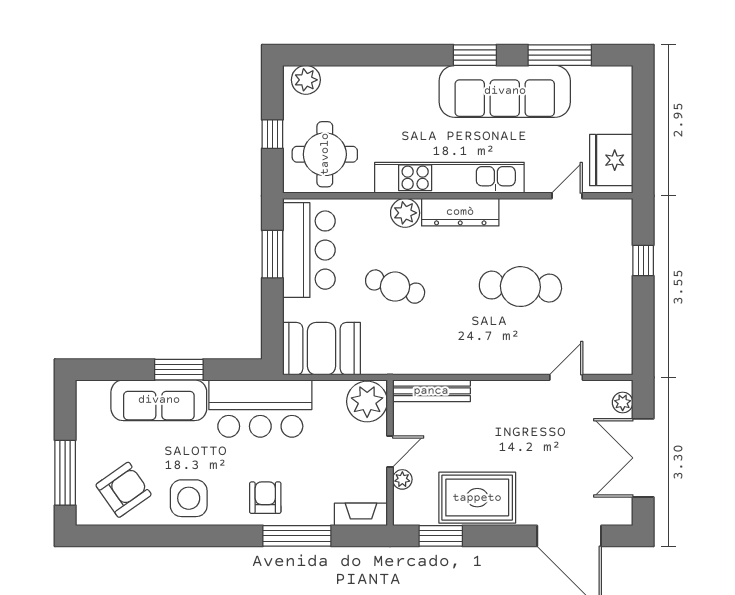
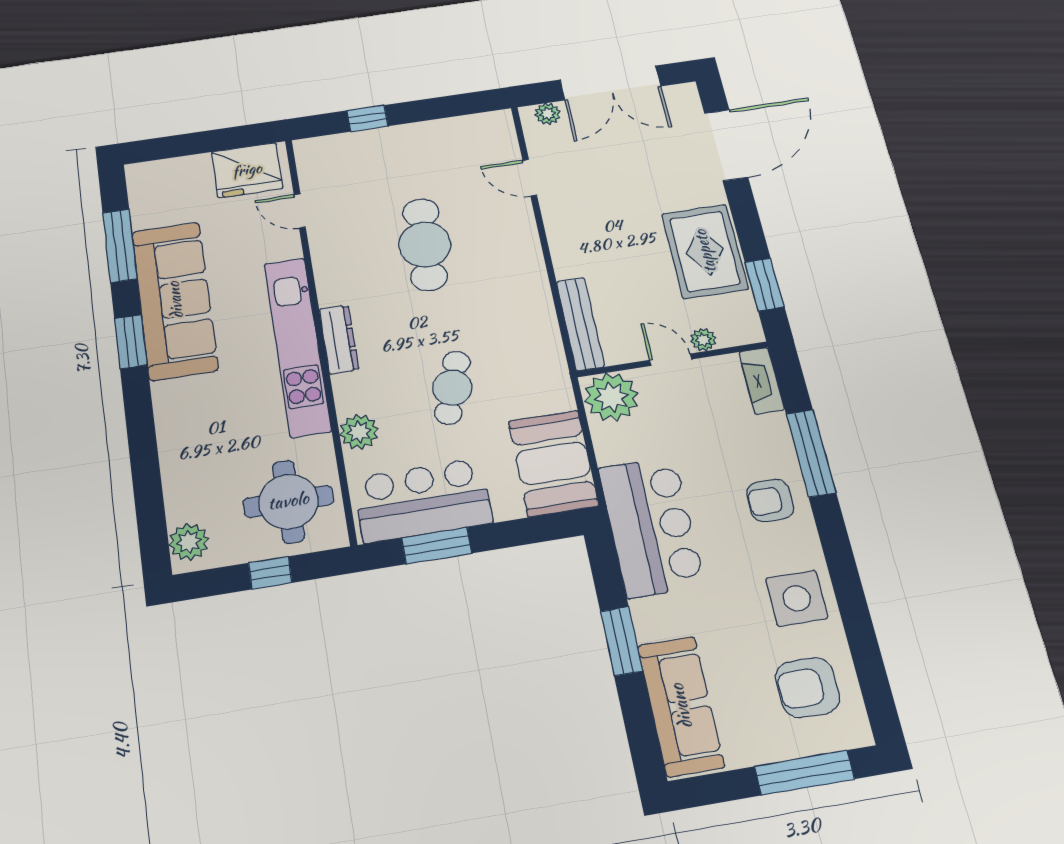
dresser: (460, 212) -> (339, 339), width x0.73, depth x0.80
plant: (405, 213) -> (359, 432), moved
sofa: (159, 400) -> (681, 706), moved
armchair: (124, 490) -> (808, 687), turned -55

